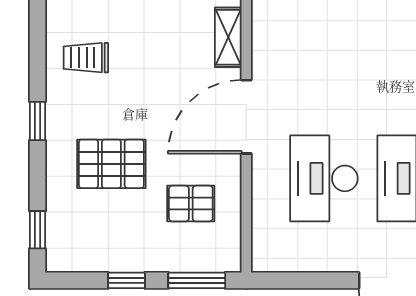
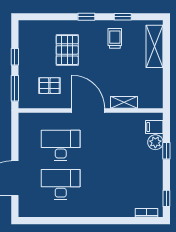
pallet: (191, 204) -> (49, 86), turned 90
window: (37, 230) -> (123, 17), moved

